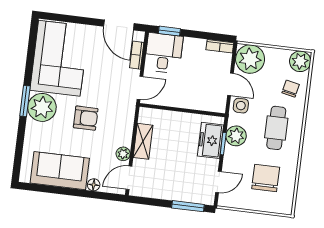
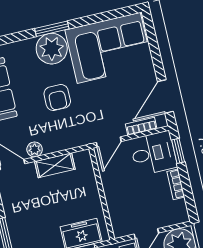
bookcase: (220, 46) -> (176, 184), moved
door: (140, 88) -> (109, 142), hinge flipped

